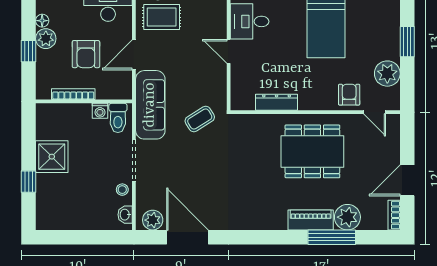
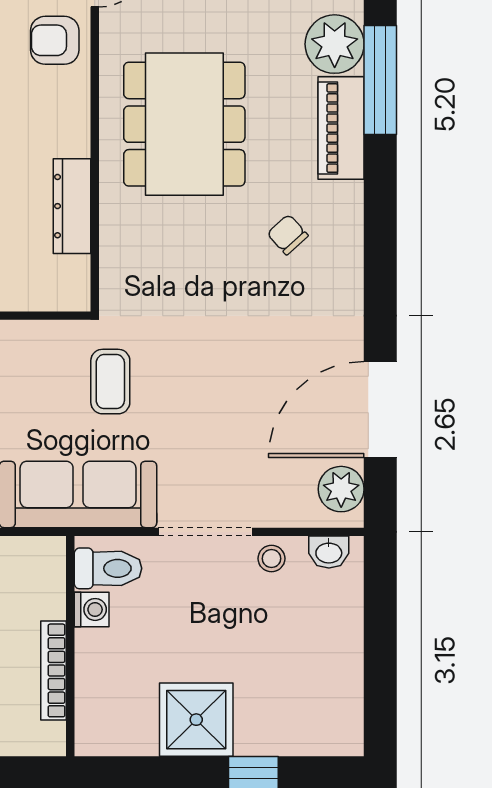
coffee table: (200, 119) -> (110, 382), turned 32
chair: (264, 197) -> (288, 235), added

